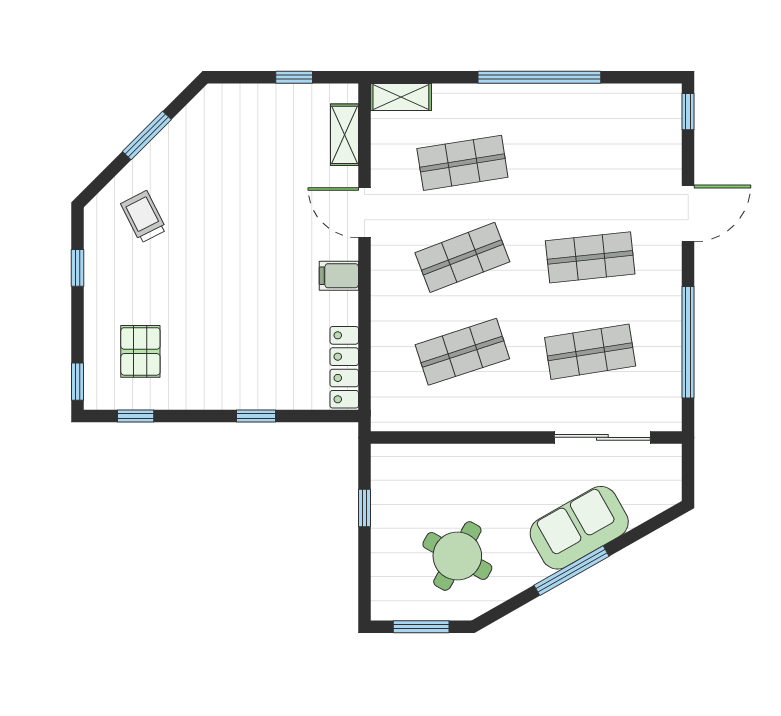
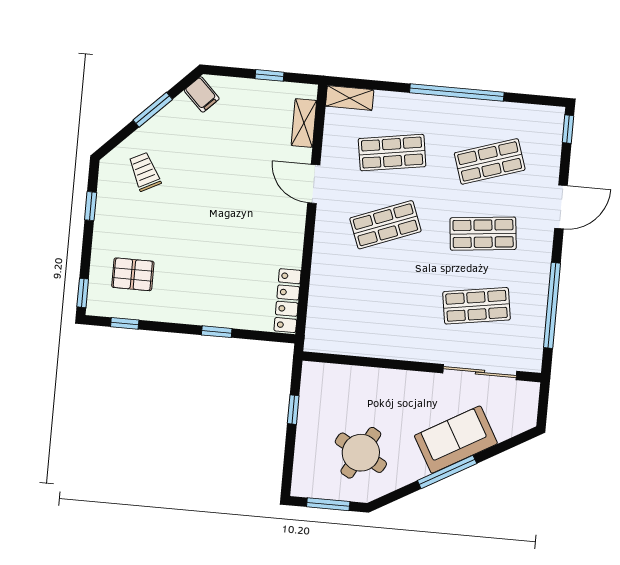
filing cabinet: (339, 276) -> (202, 94), moved, turned -135
pallet: (140, 351) -> (133, 274), turned 90
shop shelf: (462, 352) -> (490, 161), moved

